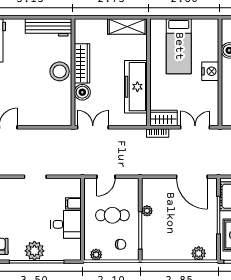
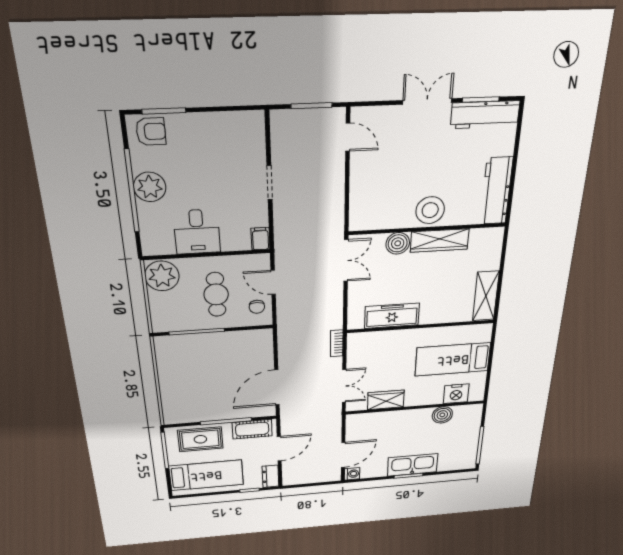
nightstand: (210, 71) -> (456, 394), moved
freezer: (136, 87) -> (392, 316), width x0.73, depth x0.79
wardrobe: (164, 118) -> (386, 400), moved, turned -90
filing cabinet: (73, 203) -> (260, 239), moved
plant: (147, 211) -> (226, 338), removed
chair: (121, 244) -> (257, 307), moved
plant: (199, 253) -> (171, 403), removed
plant: (96, 255) -> (162, 276), width x1.88, depth x1.88

